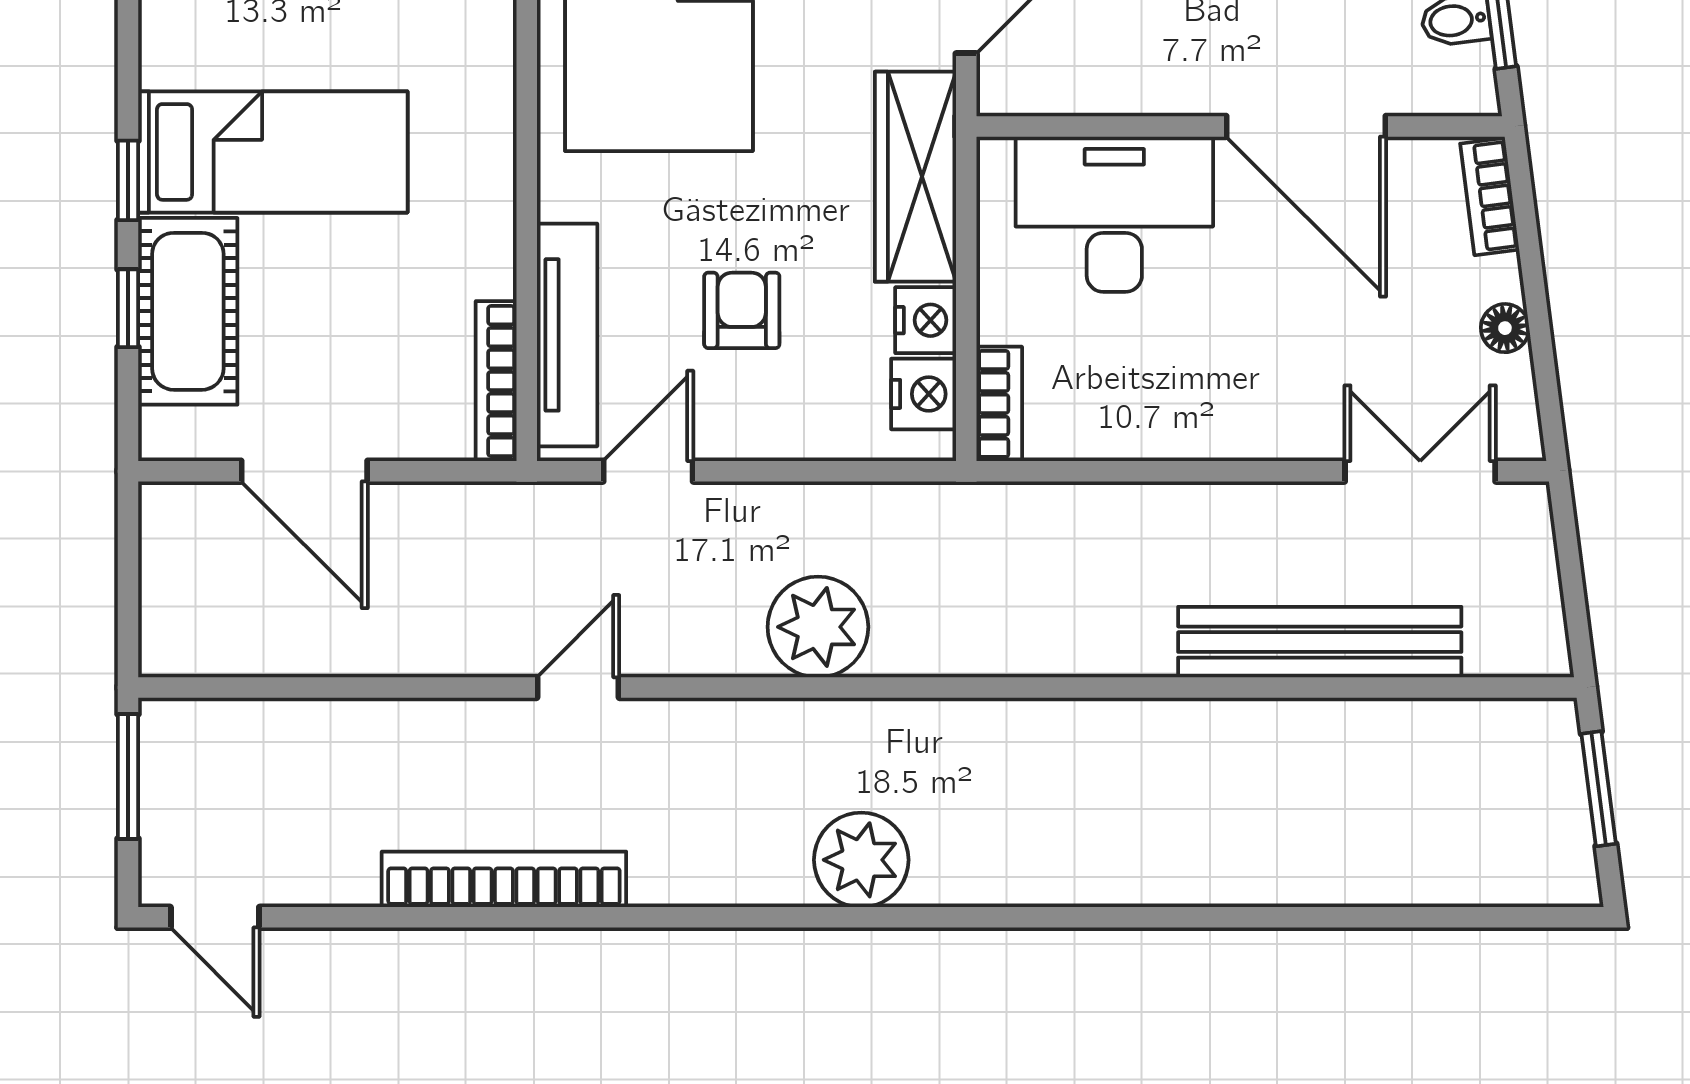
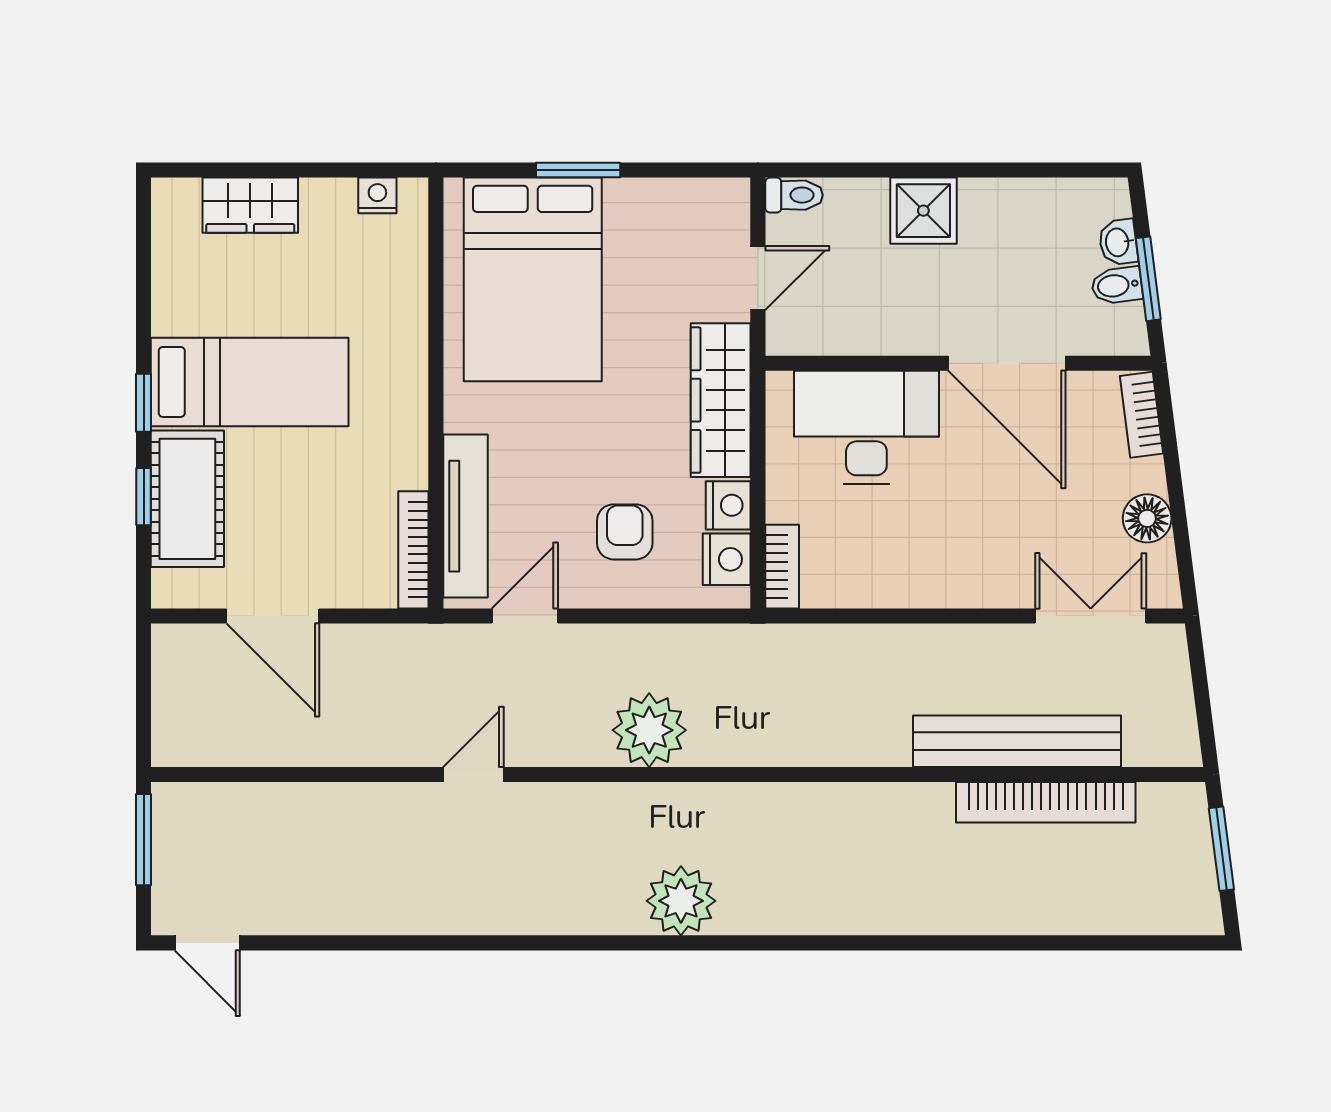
armchair: (742, 310) -> (625, 532), moved
floor lamp: (1505, 328) -> (1147, 518), width x1.37, depth x1.37
bookcase: (504, 879) -> (1046, 802), moved, turned 180

